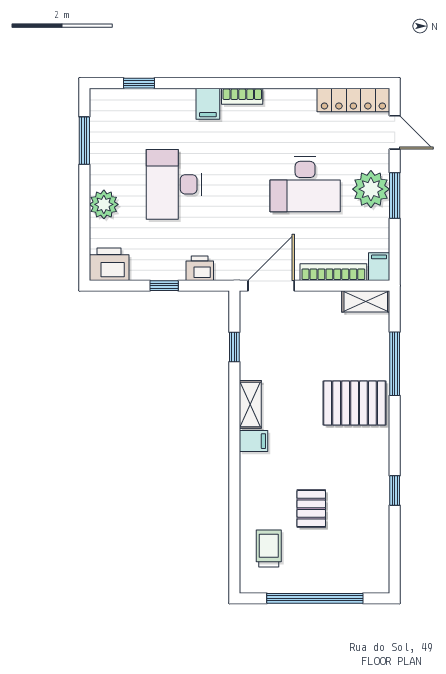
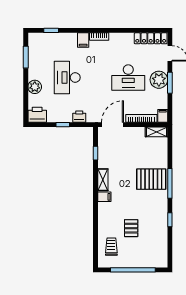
window: (395, 364) -> (170, 183), moved

